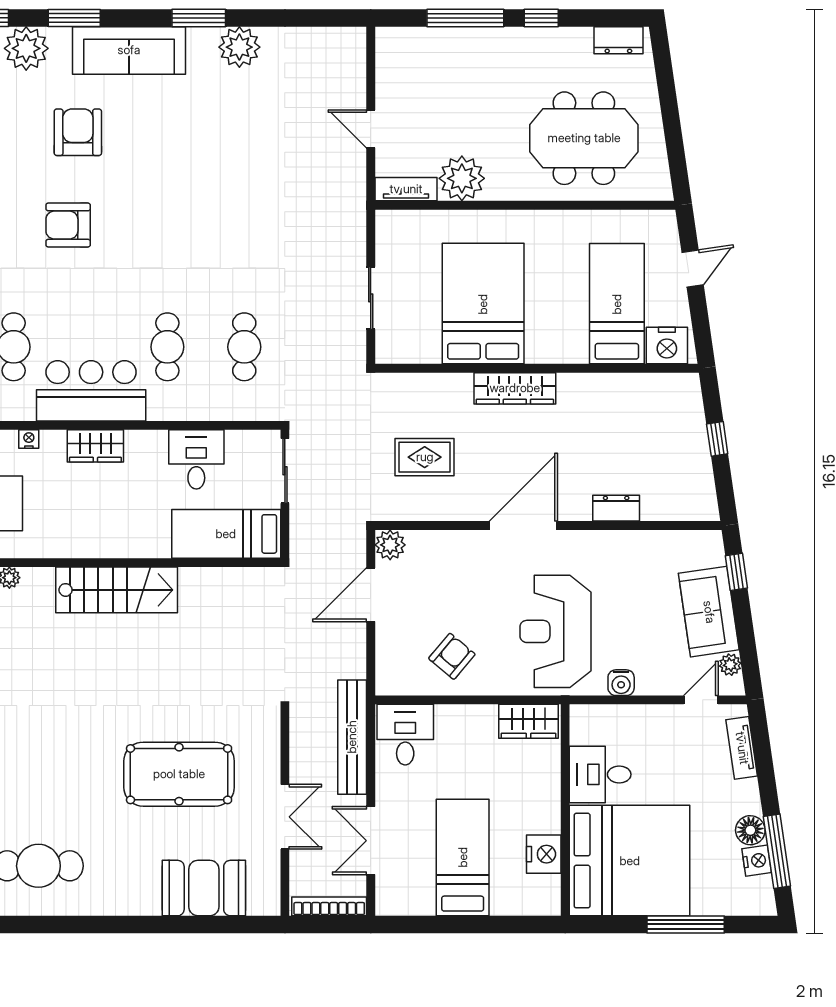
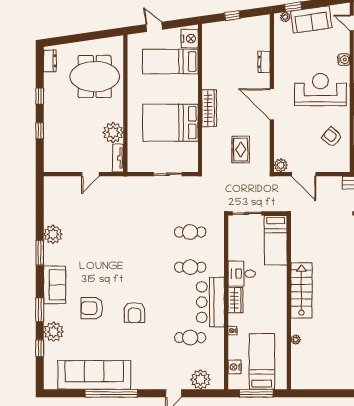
window: (465, 18) -> (40, 131), width x0.46
sofa: (129, 50) -> (55, 285), width x0.73
meeting table: (584, 138) -> (95, 77), turned 90
desk: (196, 459) -> (242, 274), moved
reception desk: (555, 631) -> (320, 90), turned 180
plant: (730, 665) -> (285, 17), moved

